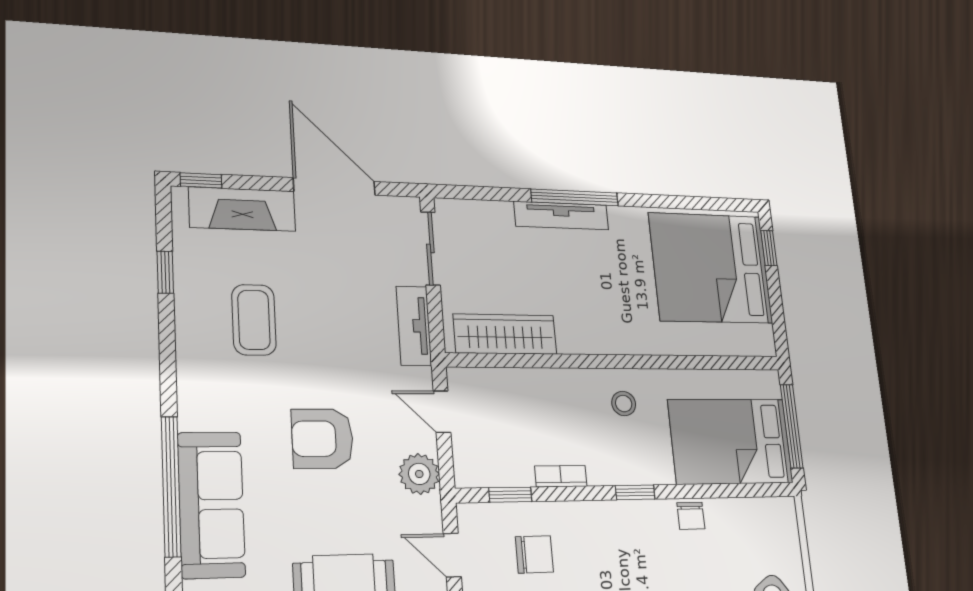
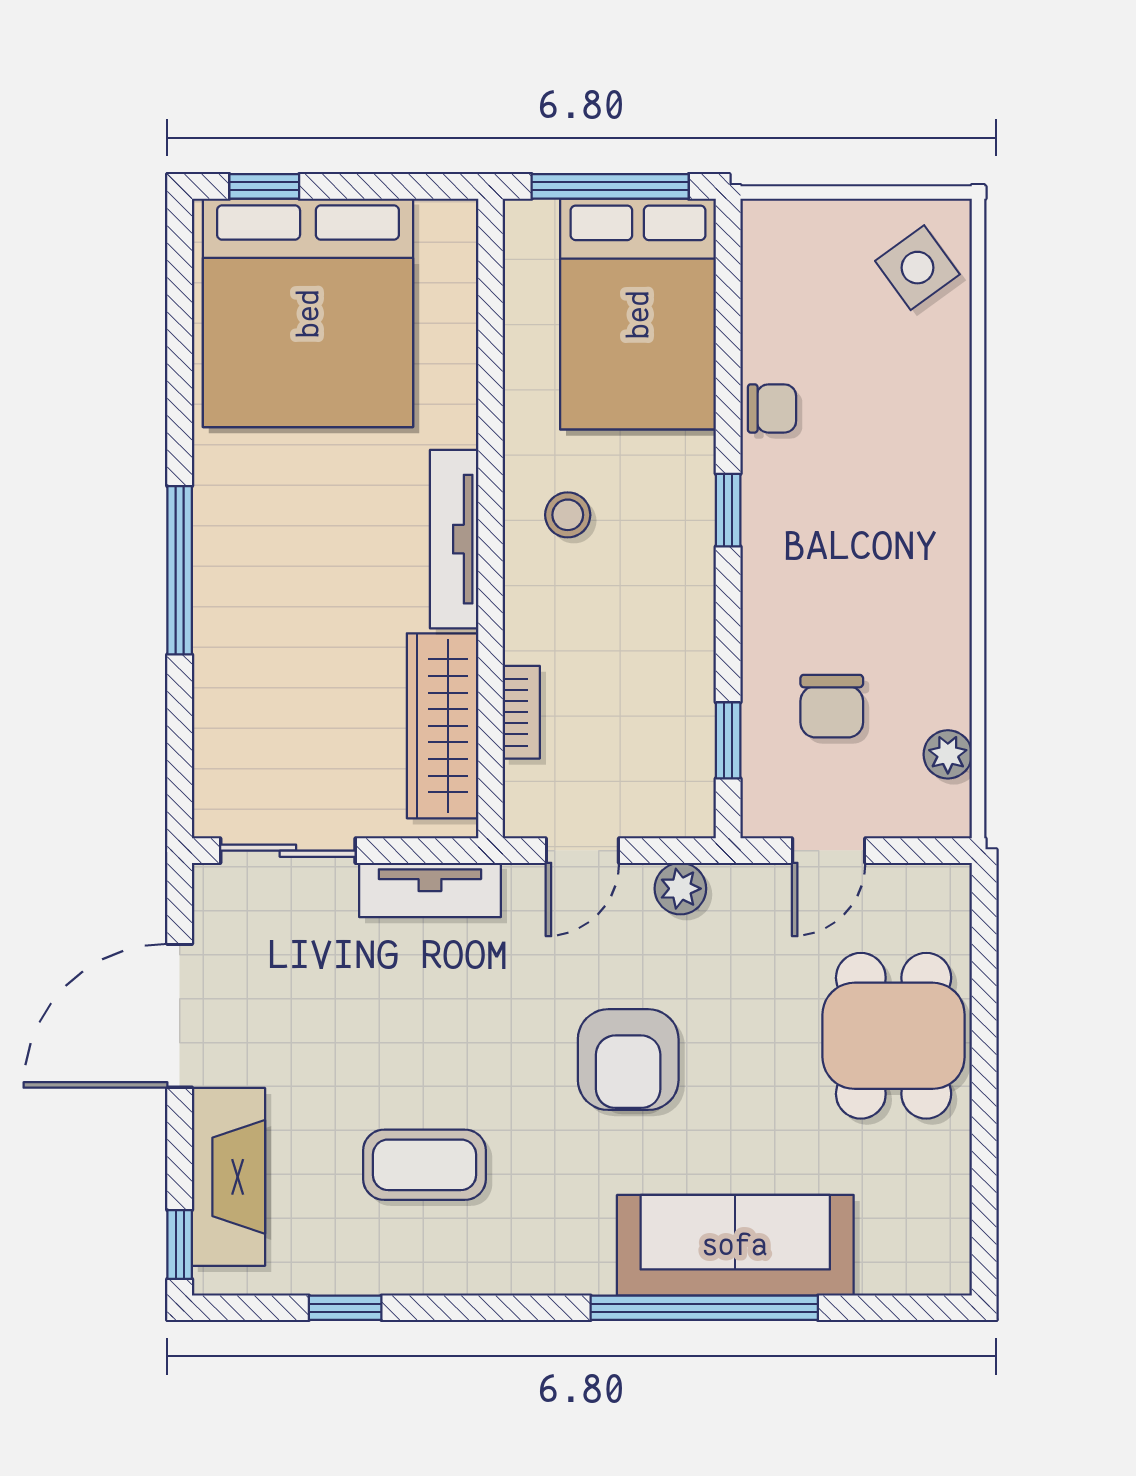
tv unit: (561, 216) -> (454, 539), moved, turned 180
plant: (419, 474) -> (680, 889), width x0.73, depth x0.73
bookcase: (561, 476) -> (521, 712), moved, turned 180
chair: (534, 554) -> (832, 706), turned 180

